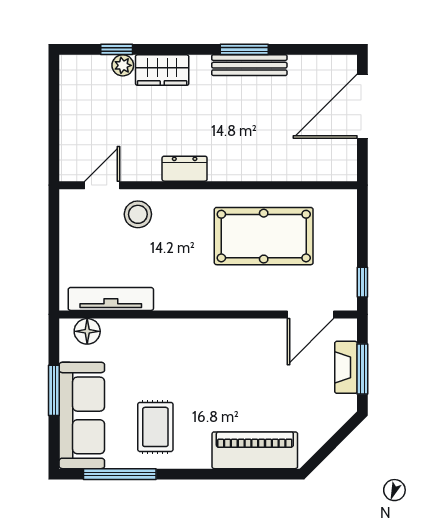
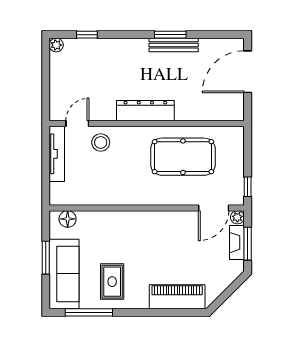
plant: (123, 65) -> (56, 45), moved
wardrobe: (162, 70) -> (117, 48), removed
dresser: (185, 169) -> (145, 111), width x1.96, depth x1.24
tv unit: (111, 299) -> (57, 154), moved, turned 90
plant: (347, 329) -> (237, 217), added

